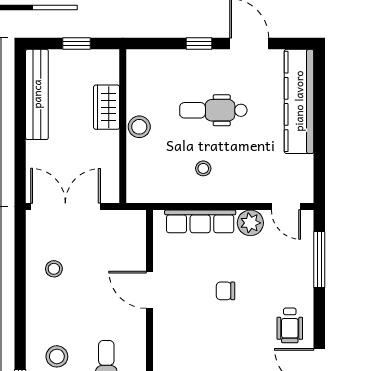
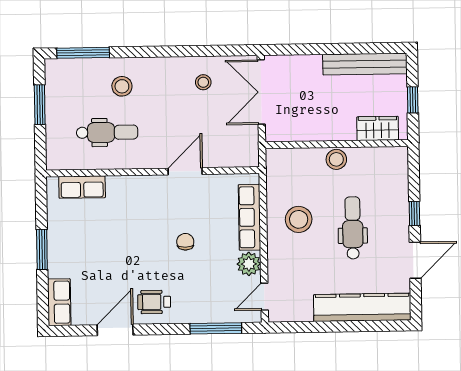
wardrobe: (107, 107) -> (378, 128), moved
stool: (203, 168) -> (299, 219), width x1.89, depth x1.89
double door: (65, 207) -> (261, 92), swing flipped

